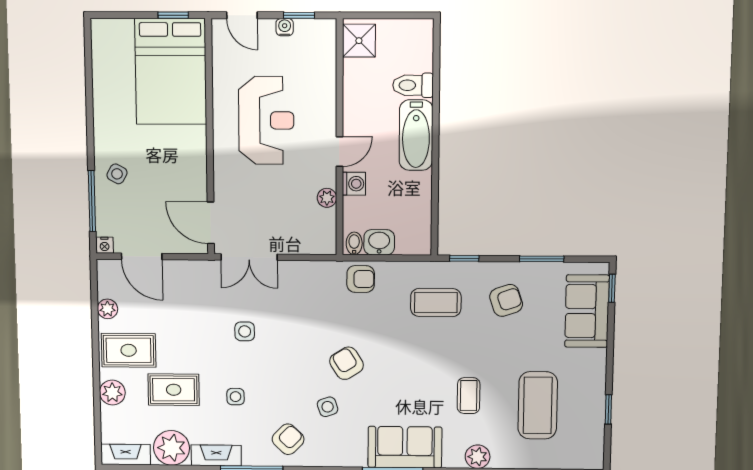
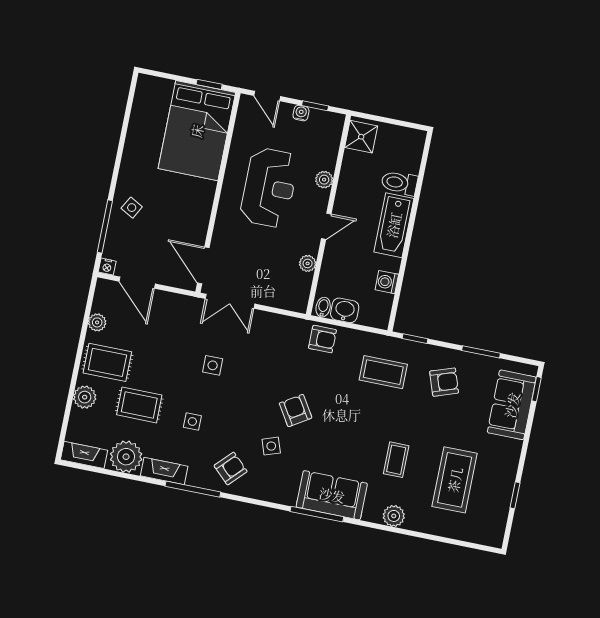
plant: (326, 99) -> (324, 180), added
washing machine: (354, 184) -> (387, 282), moved, turned 180

